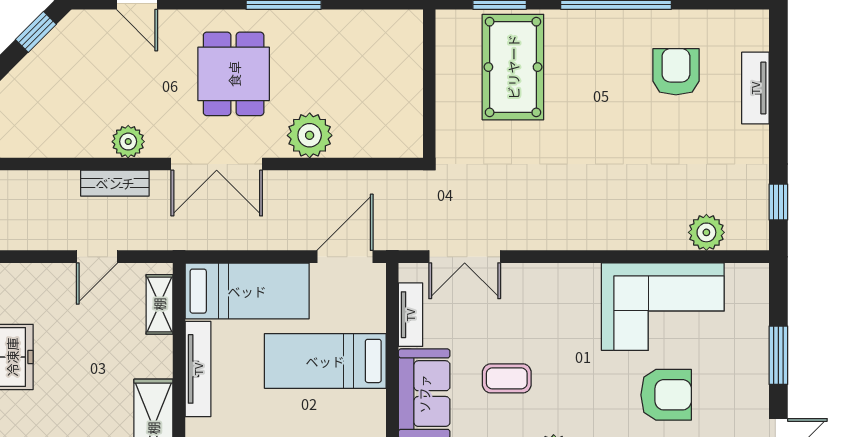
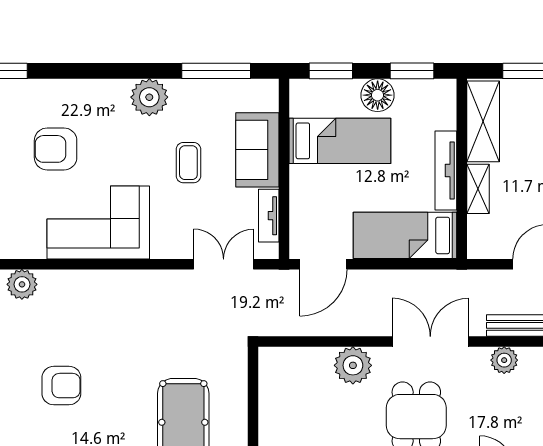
armchair: (676, 72) -> (61, 386), moved, turned -90
shelving: (159, 304) -> (478, 189), moved
corner sofa: (663, 307) -> (98, 222), moved
bed: (325, 361) -> (340, 141), moved
coffee table: (507, 378) -> (188, 163), turned 90

